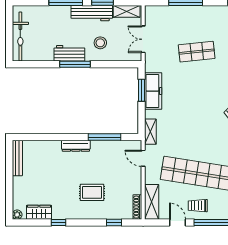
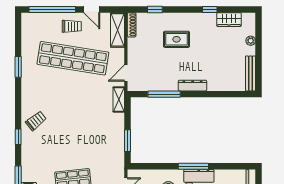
freezer: (153, 91) -> (116, 140), removed
door: (143, 158) -> (126, 73), swing flipped
plant: (17, 215) -> (251, 41), moved

